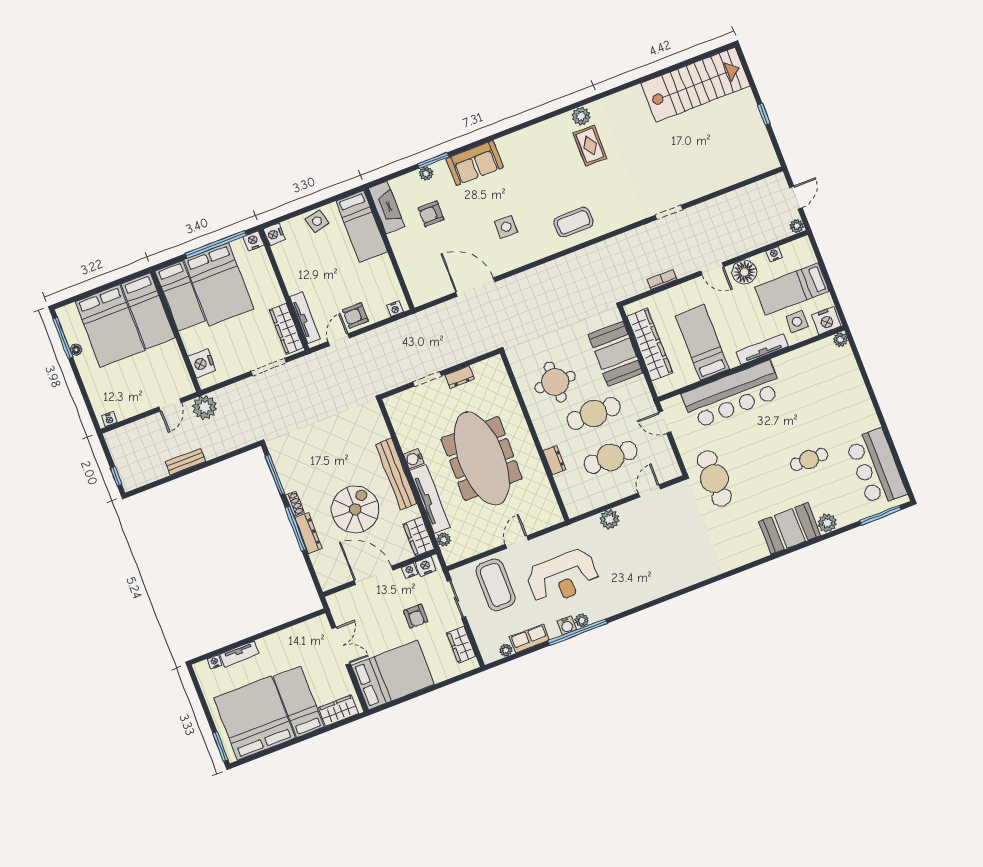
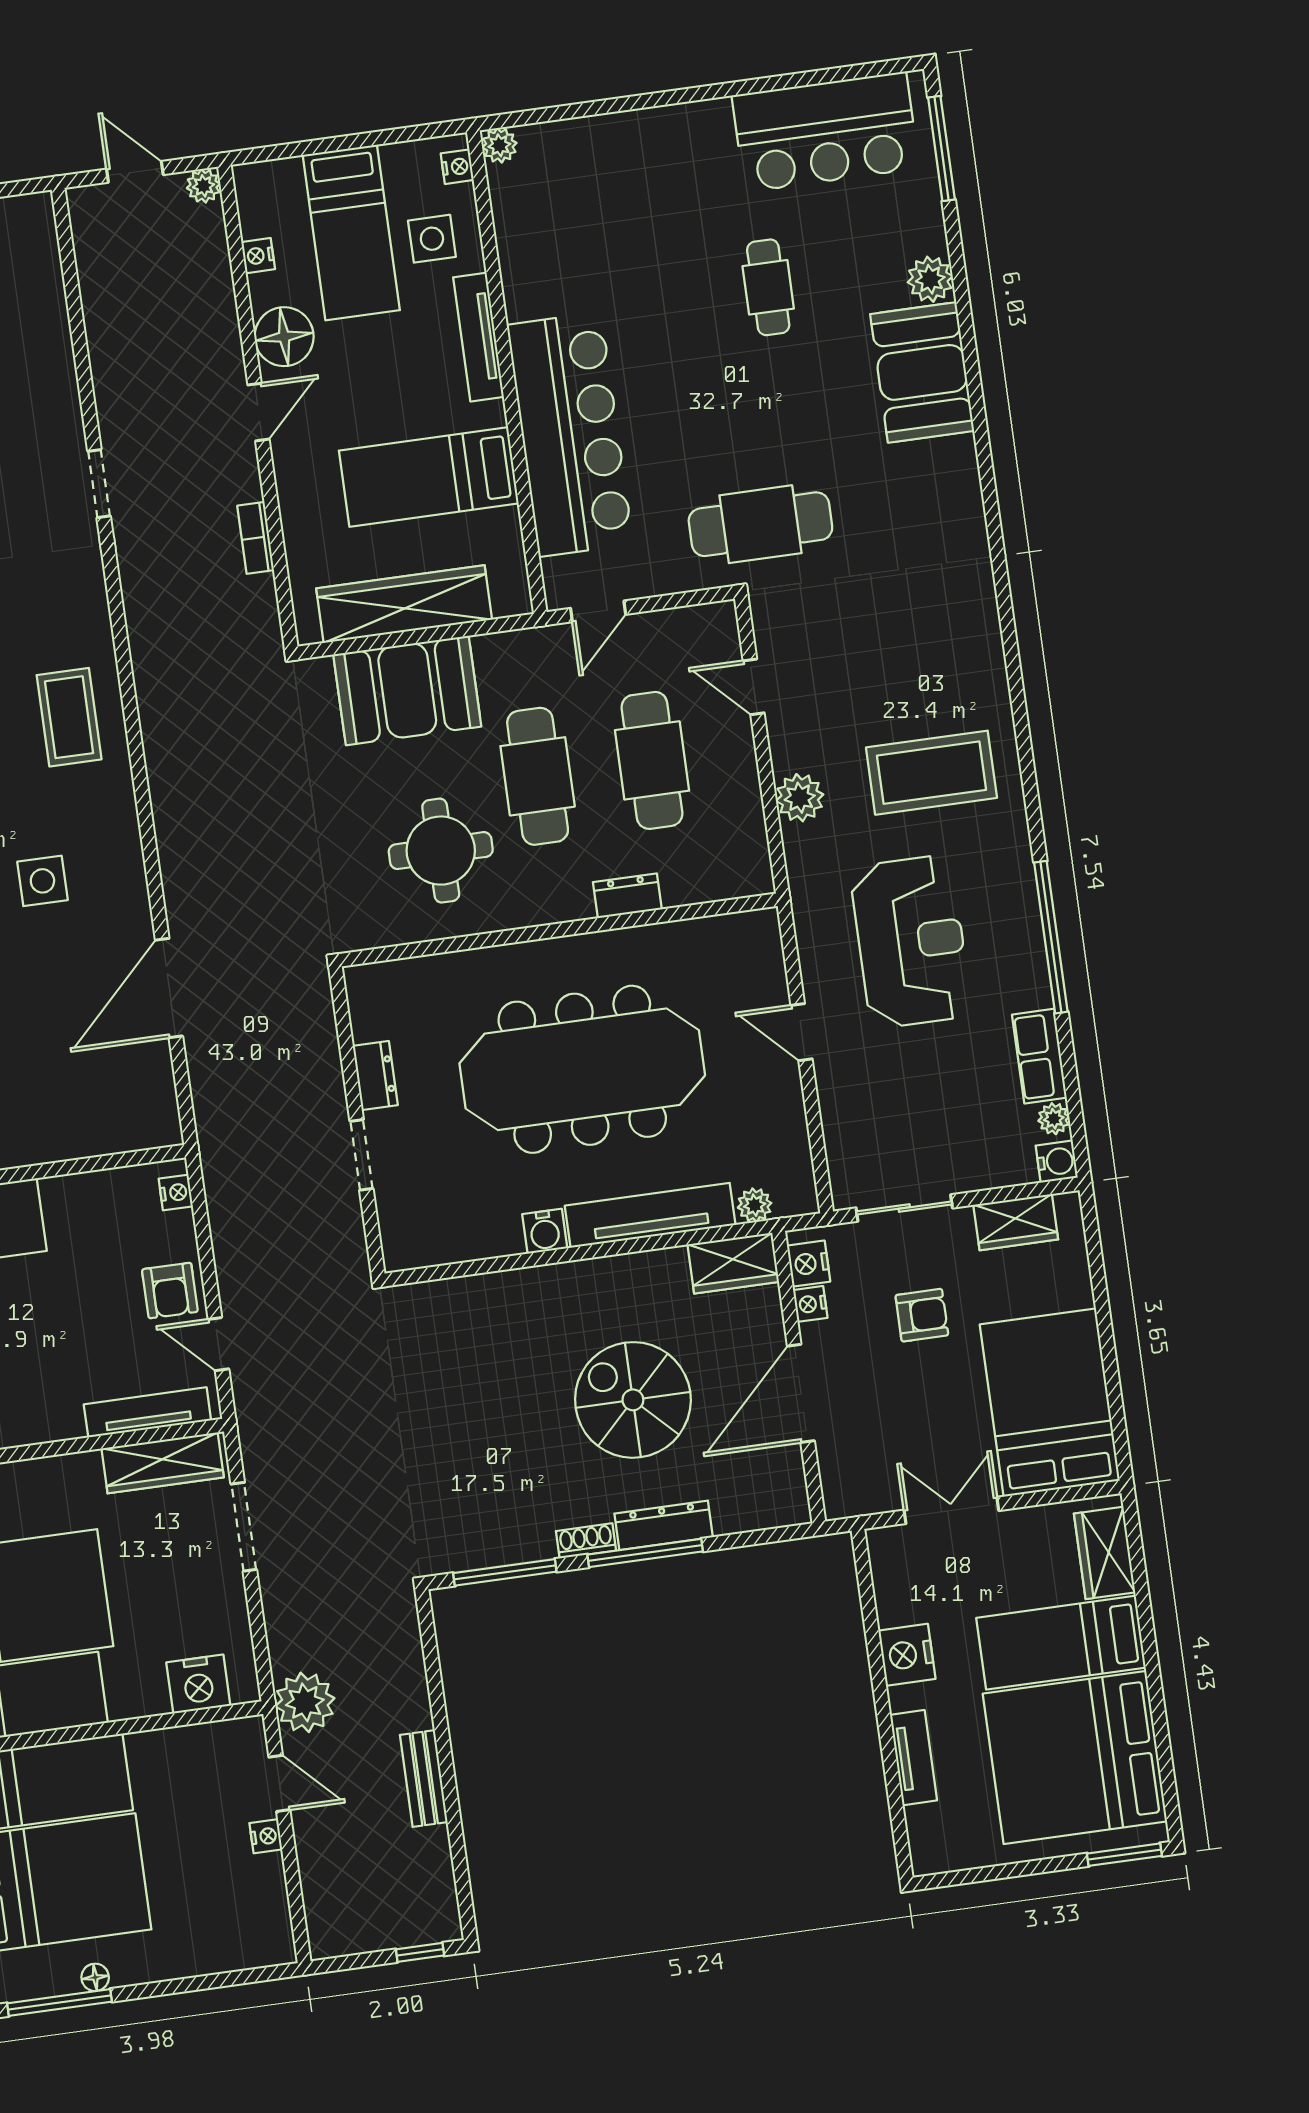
nightstand: (826, 321) -> (457, 167), width x0.53, depth x0.56
nightstand: (109, 419) -> (266, 1836), moved
bench: (396, 474) -> (571, 1282), removed
coffee table: (496, 585) -> (931, 773), moved
plant: (582, 620) -> (1025, 920), removed
water cooler: (567, 625) -> (1057, 1162), moved
nightstand: (215, 662) -> (907, 1655), moved, width x1.89, depth x1.79

